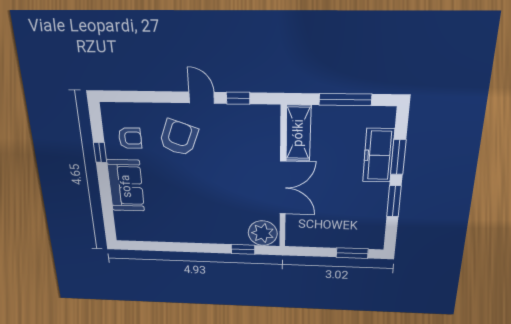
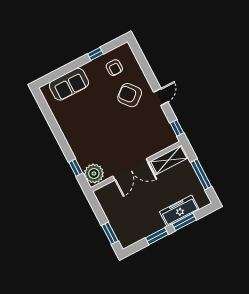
window: (238, 98) -> (177, 128), moved
armchair: (179, 138) -> (130, 95), turned -150
sofa: (126, 186) -> (69, 84), moved

